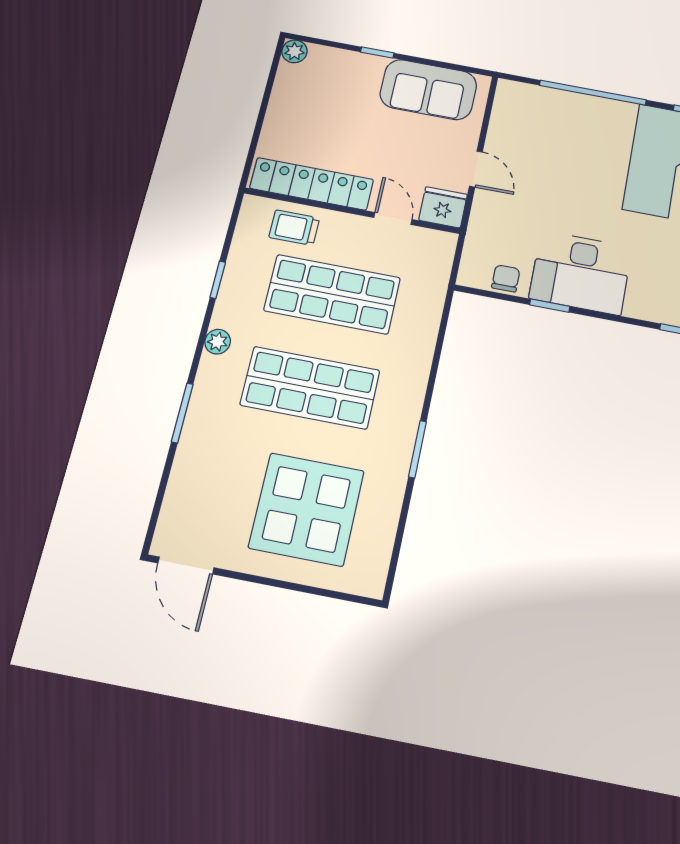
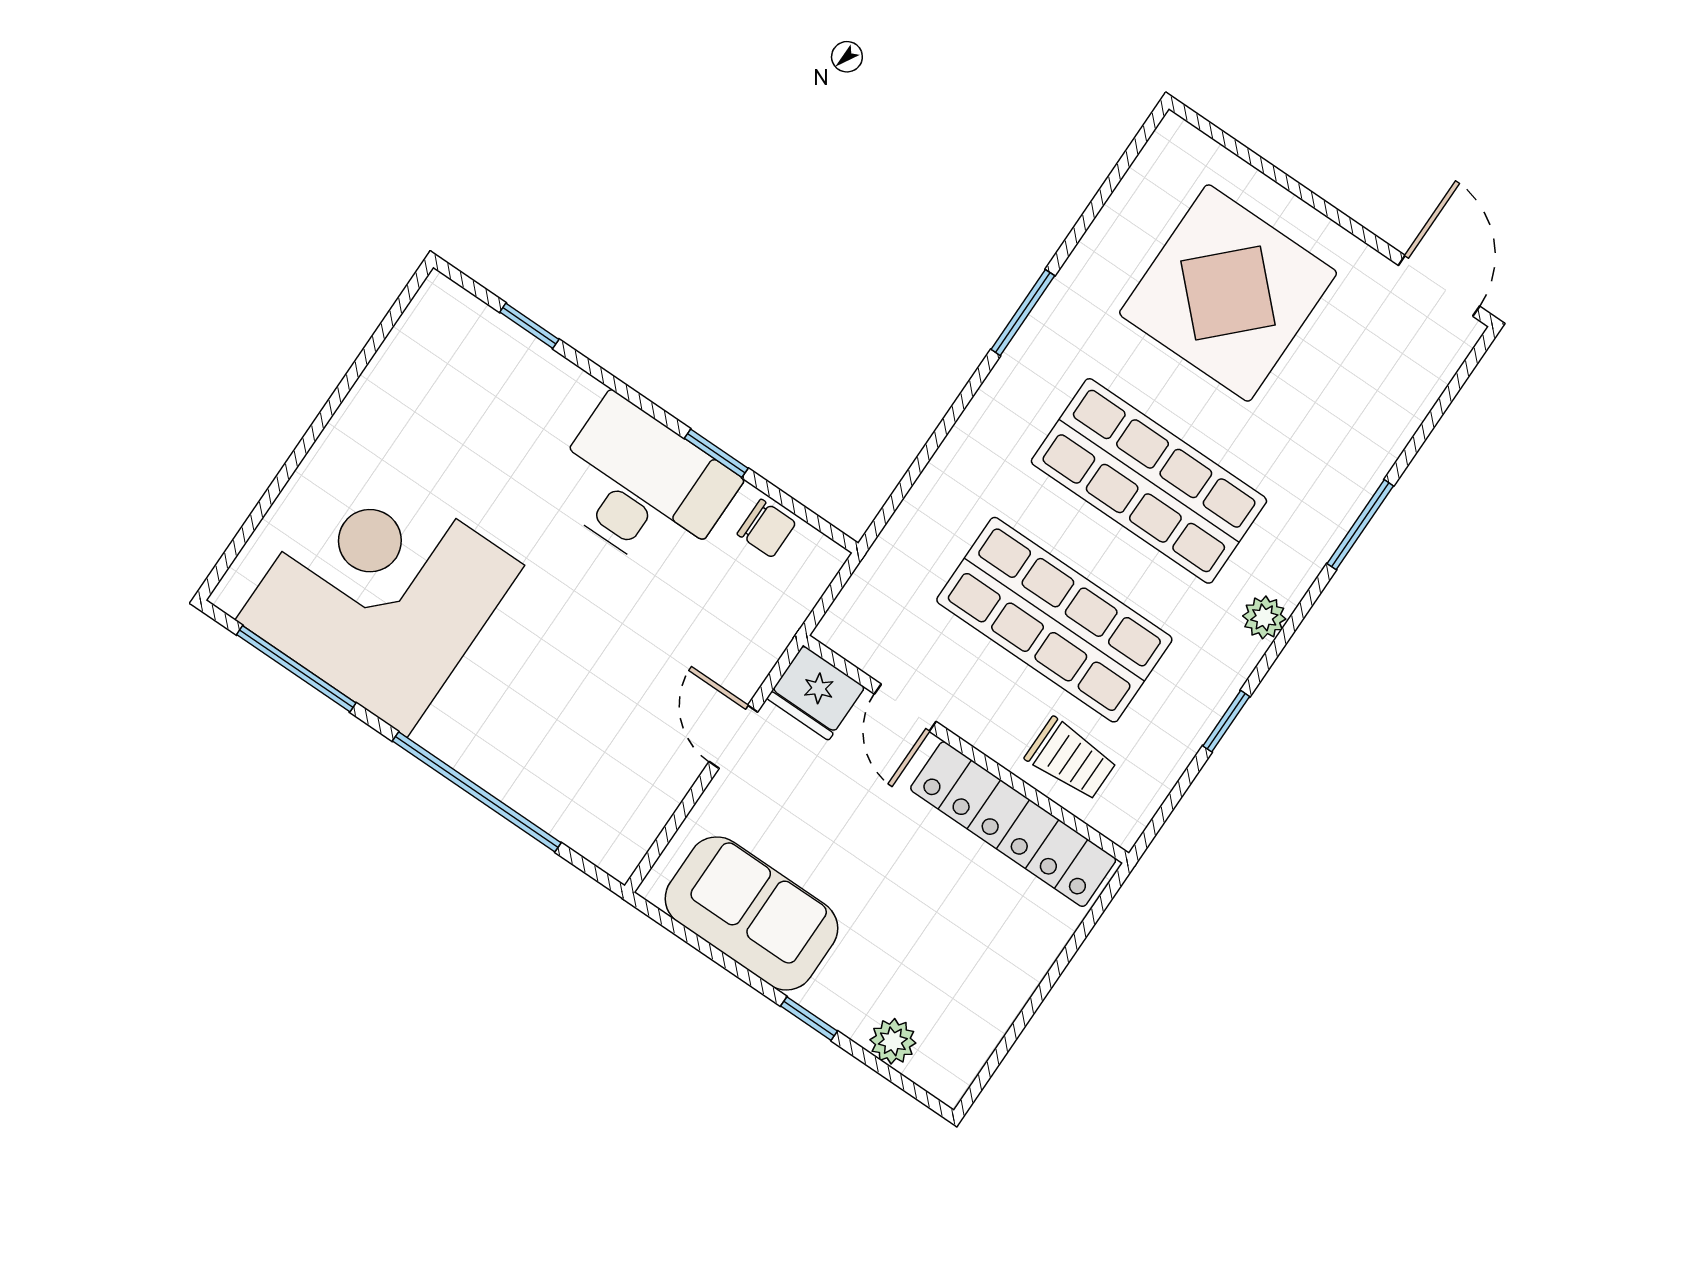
plant: (294, 51) -> (893, 1041), moved
chair: (506, 278) -> (766, 528), turned -90

